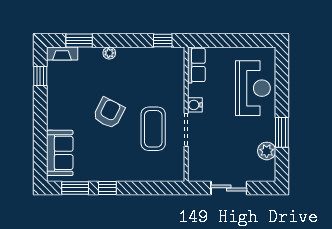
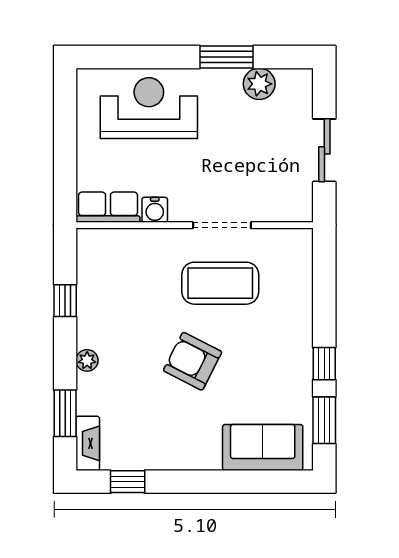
window: (163, 40) -> (65, 301), moved
water cooler: (195, 105) -> (155, 210), moved

